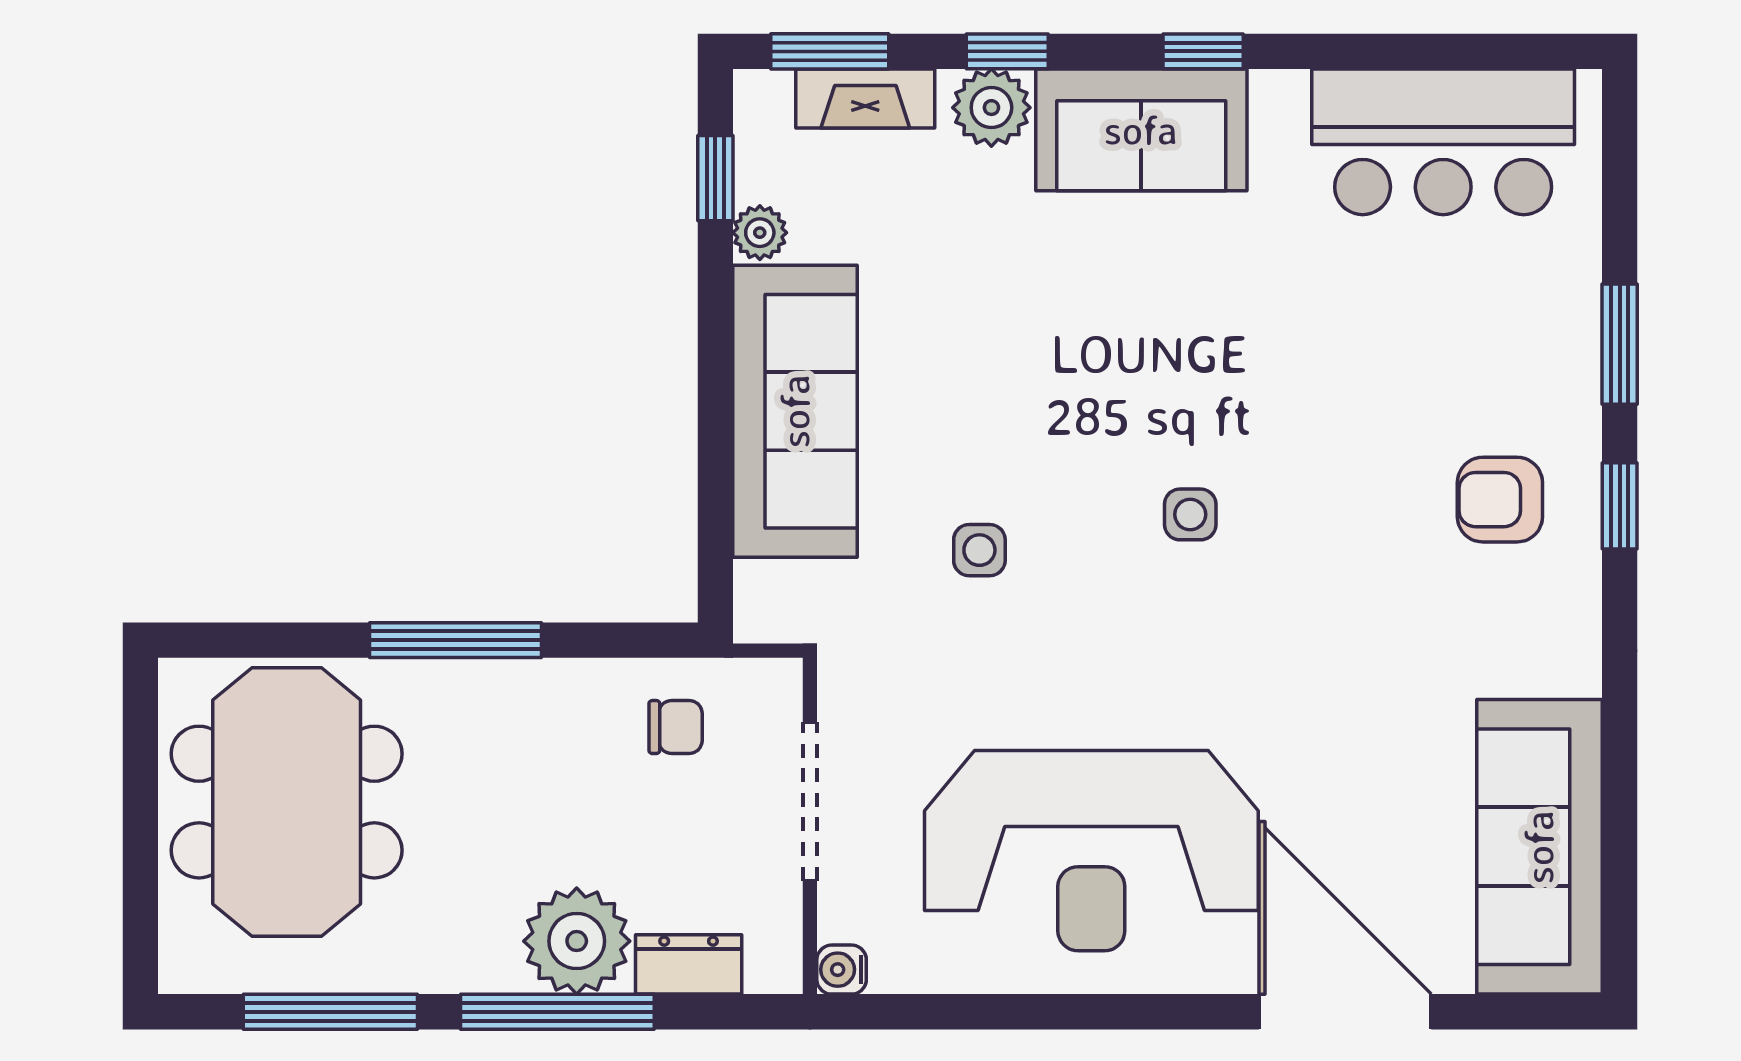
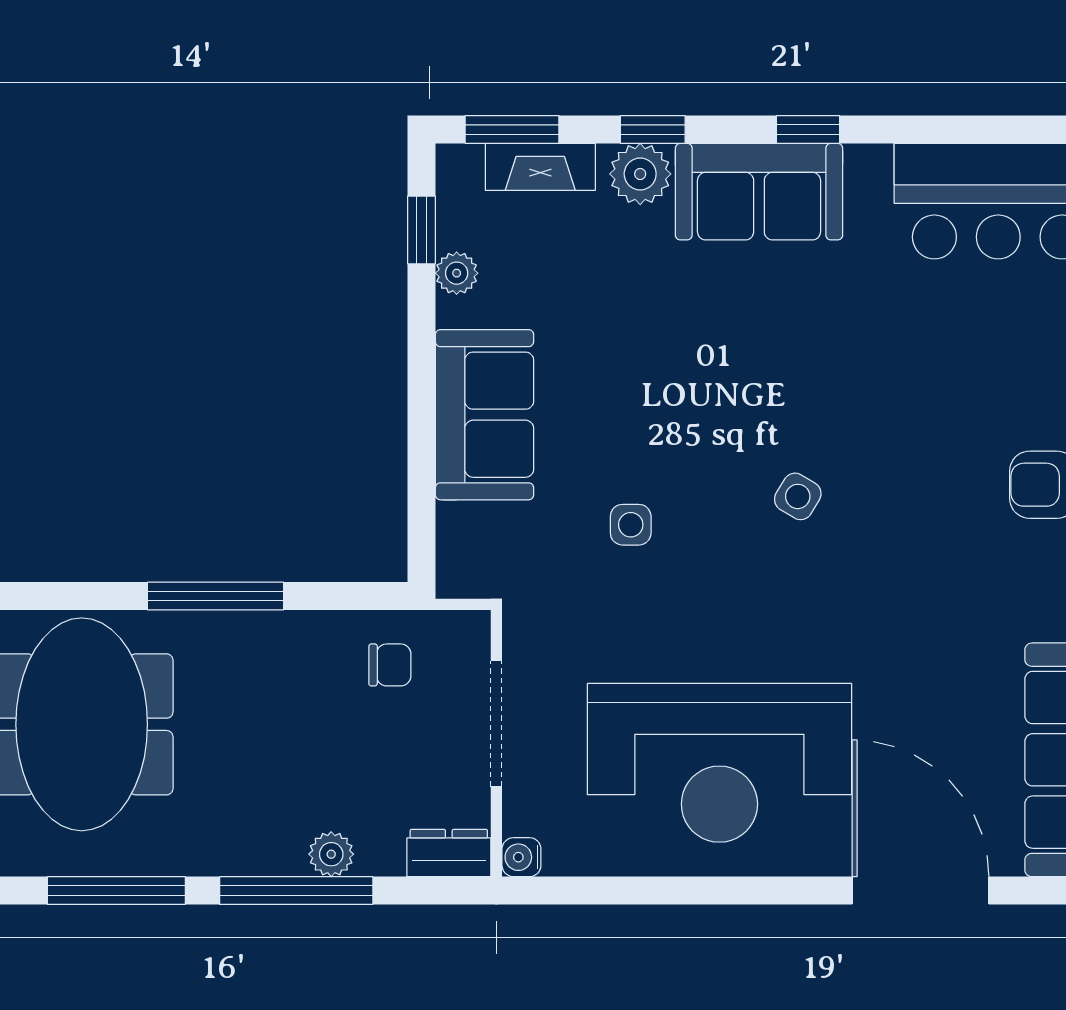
sofa: (795, 411) -> (484, 415), width x0.73
side table: (1190, 514) -> (798, 496), turned 31
plant: (577, 941) -> (331, 854), width x0.53, depth x0.53
dresser: (689, 964) -> (449, 853), moved

